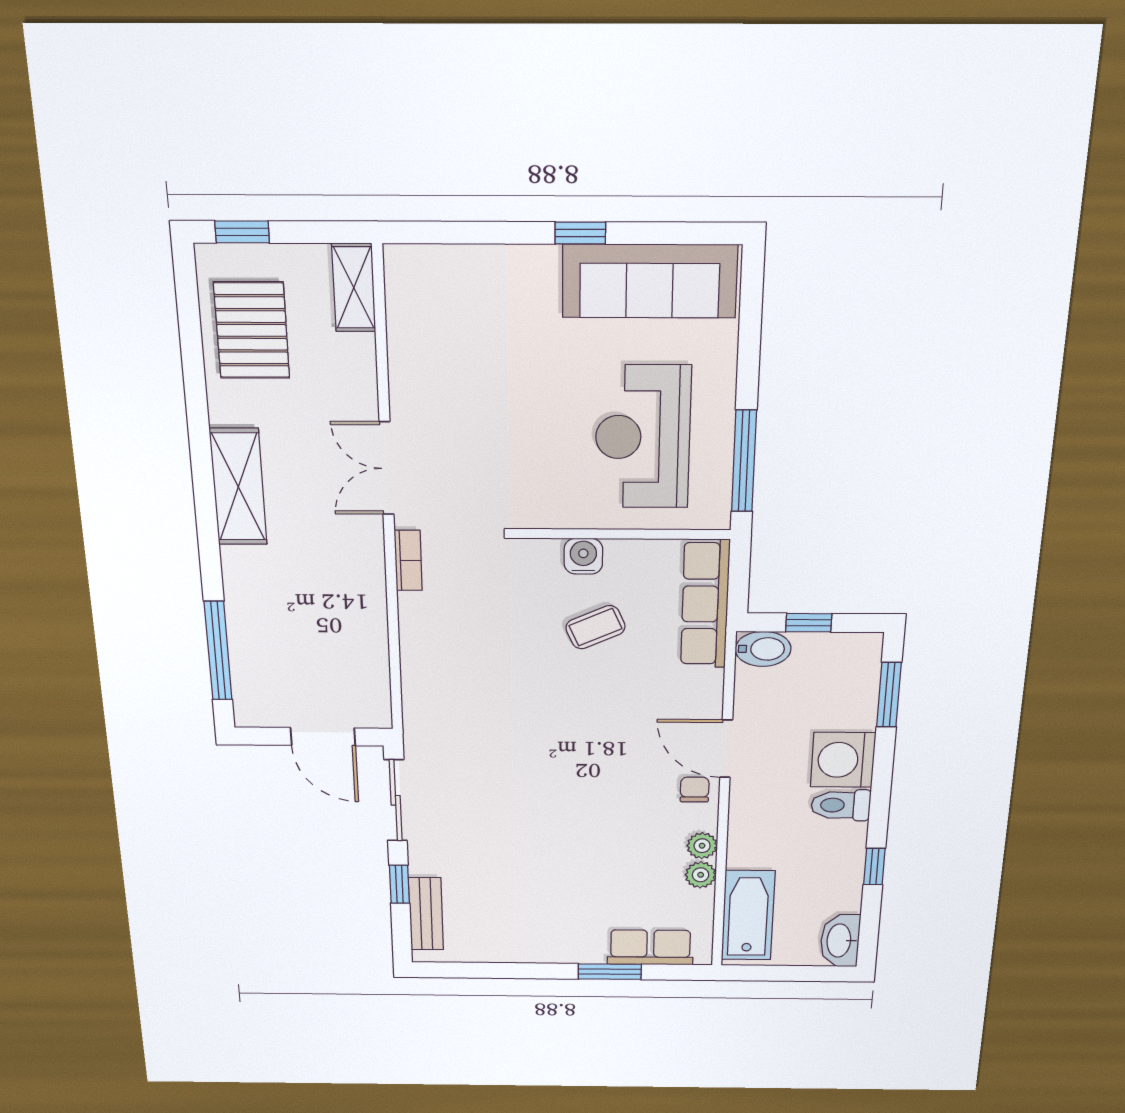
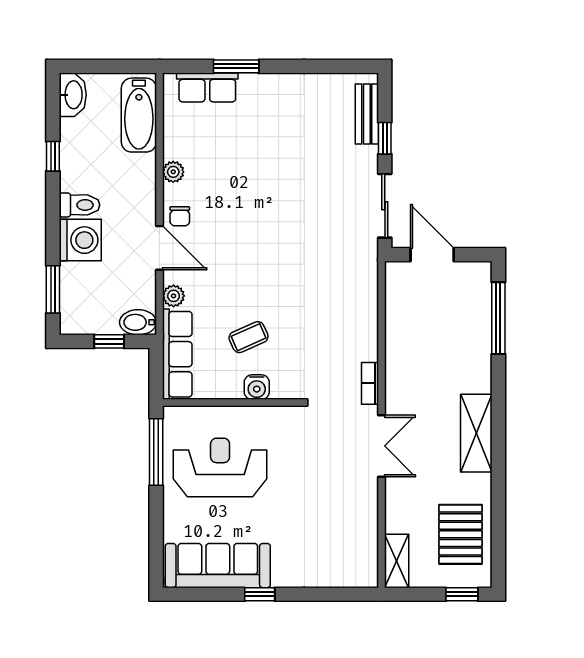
reception desk: (643, 437) -> (220, 467), turned -90
plant: (701, 875) -> (174, 296), moved

